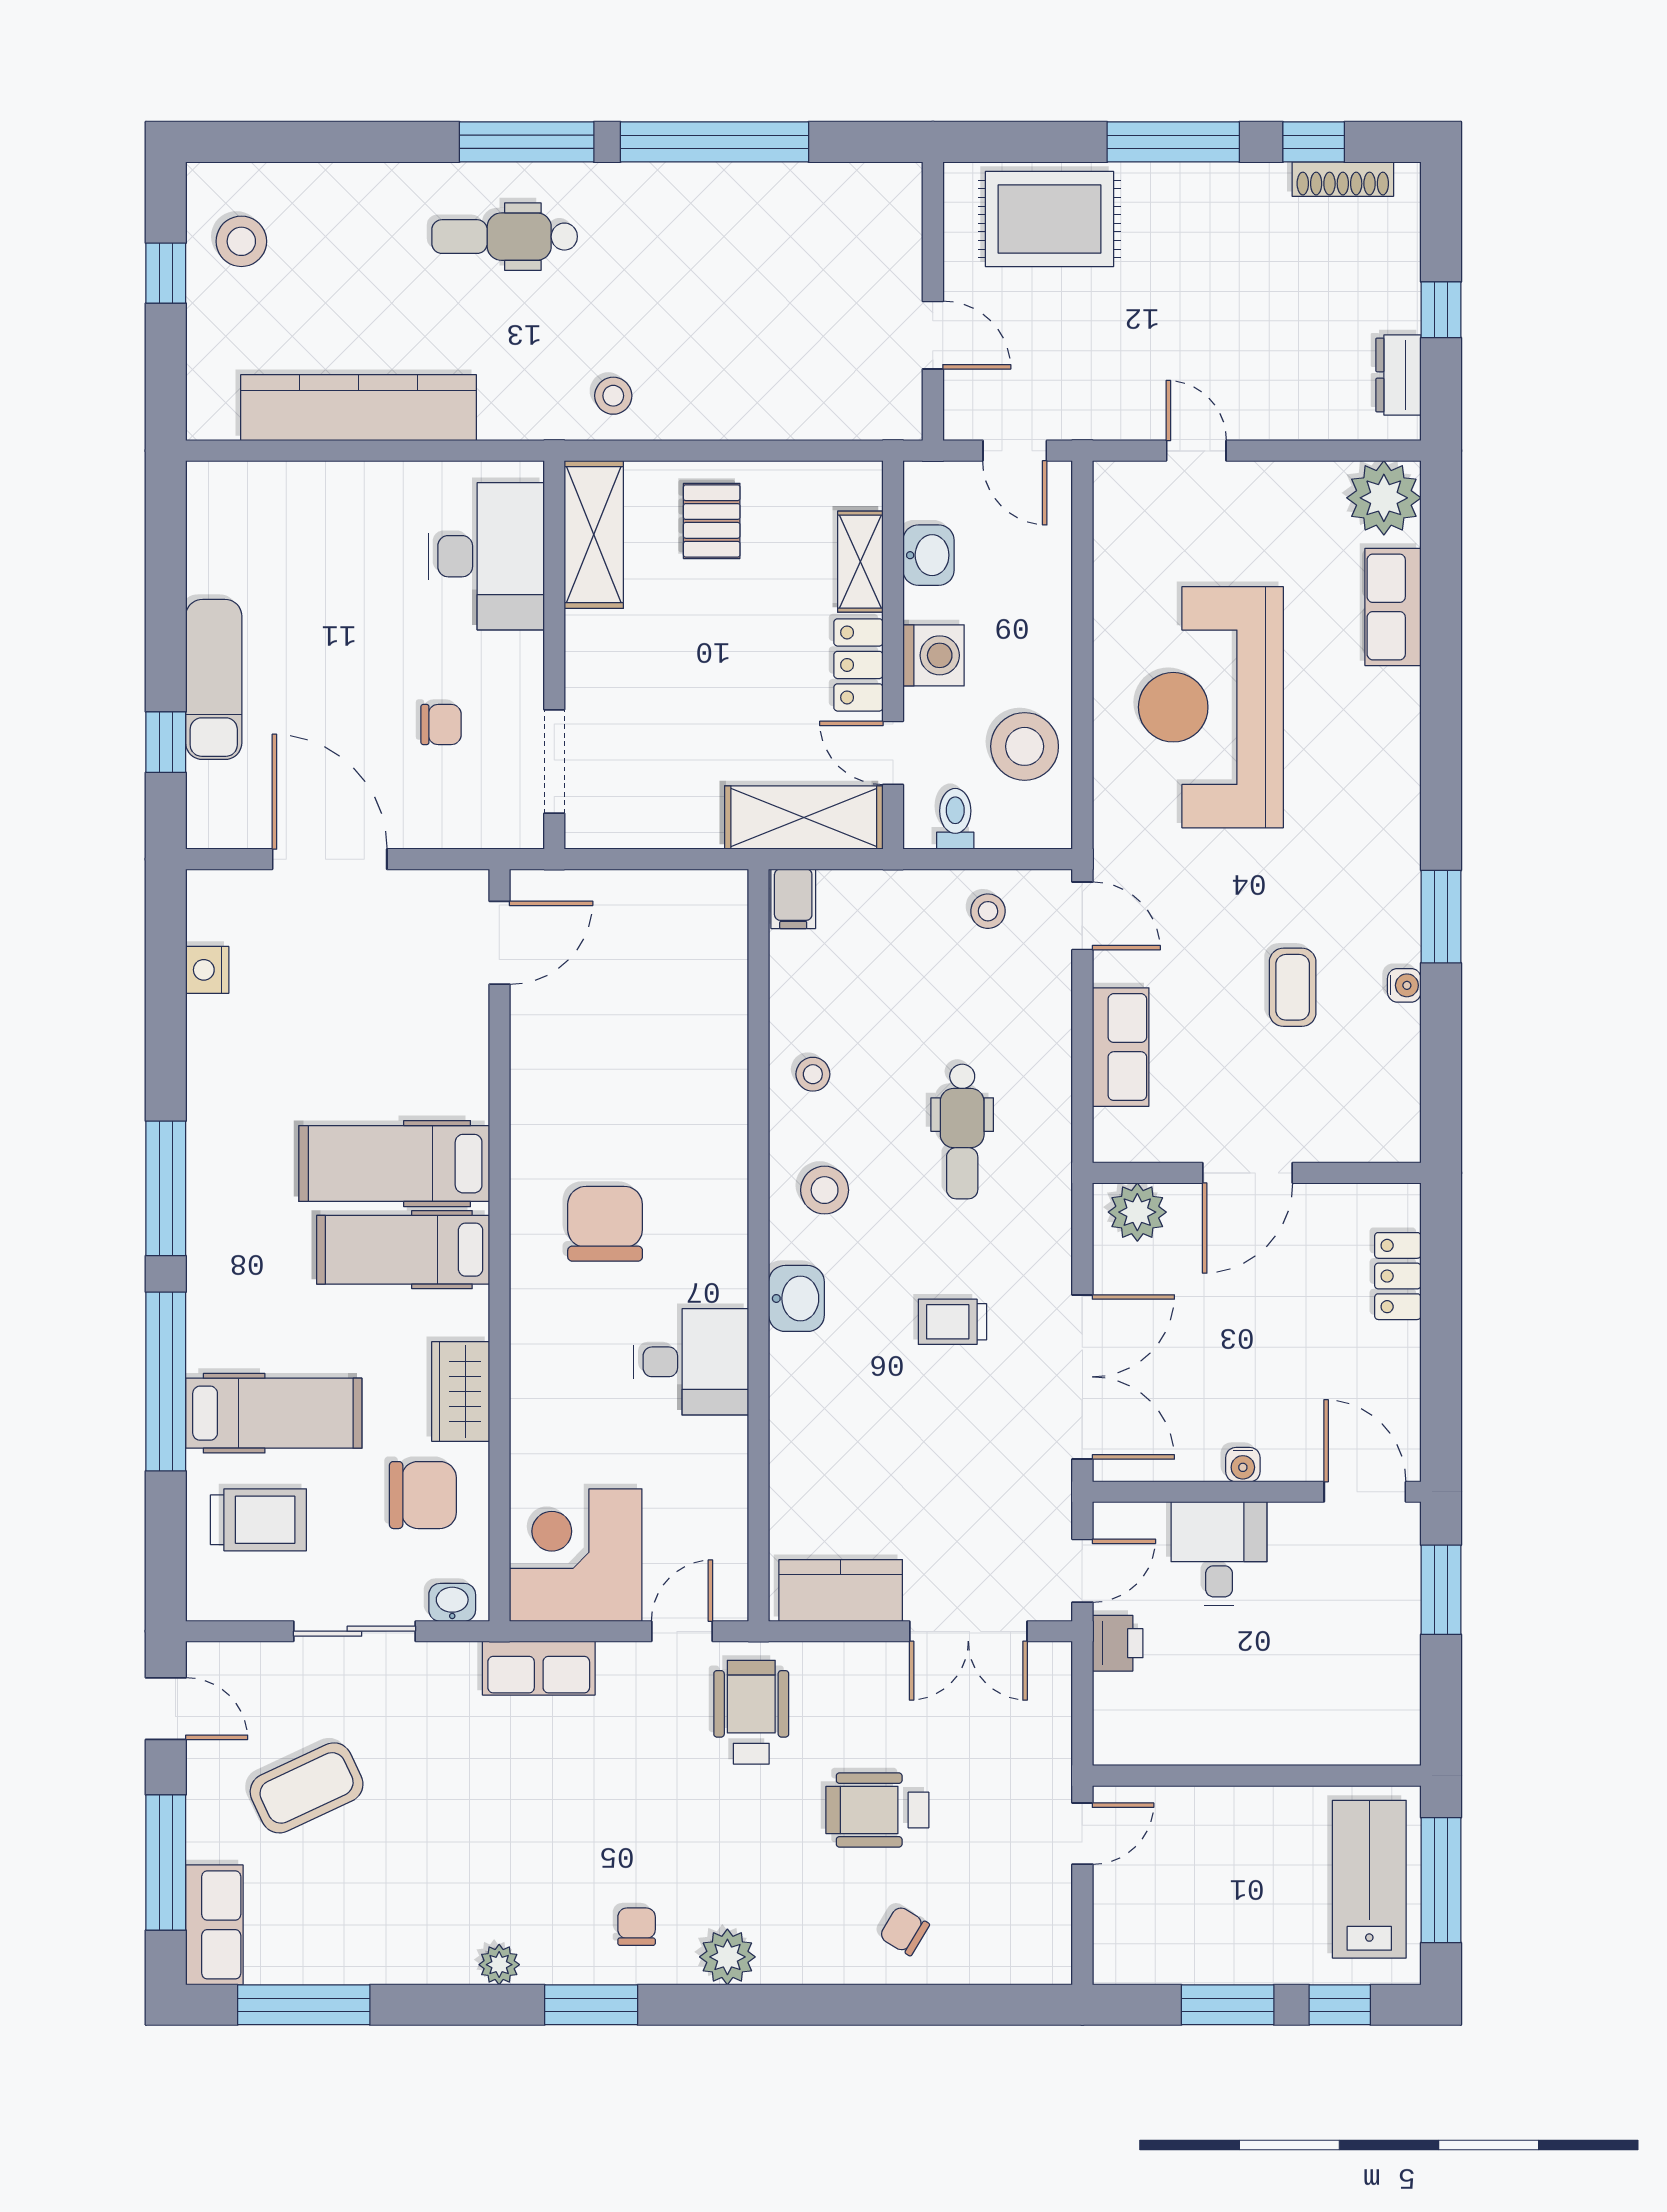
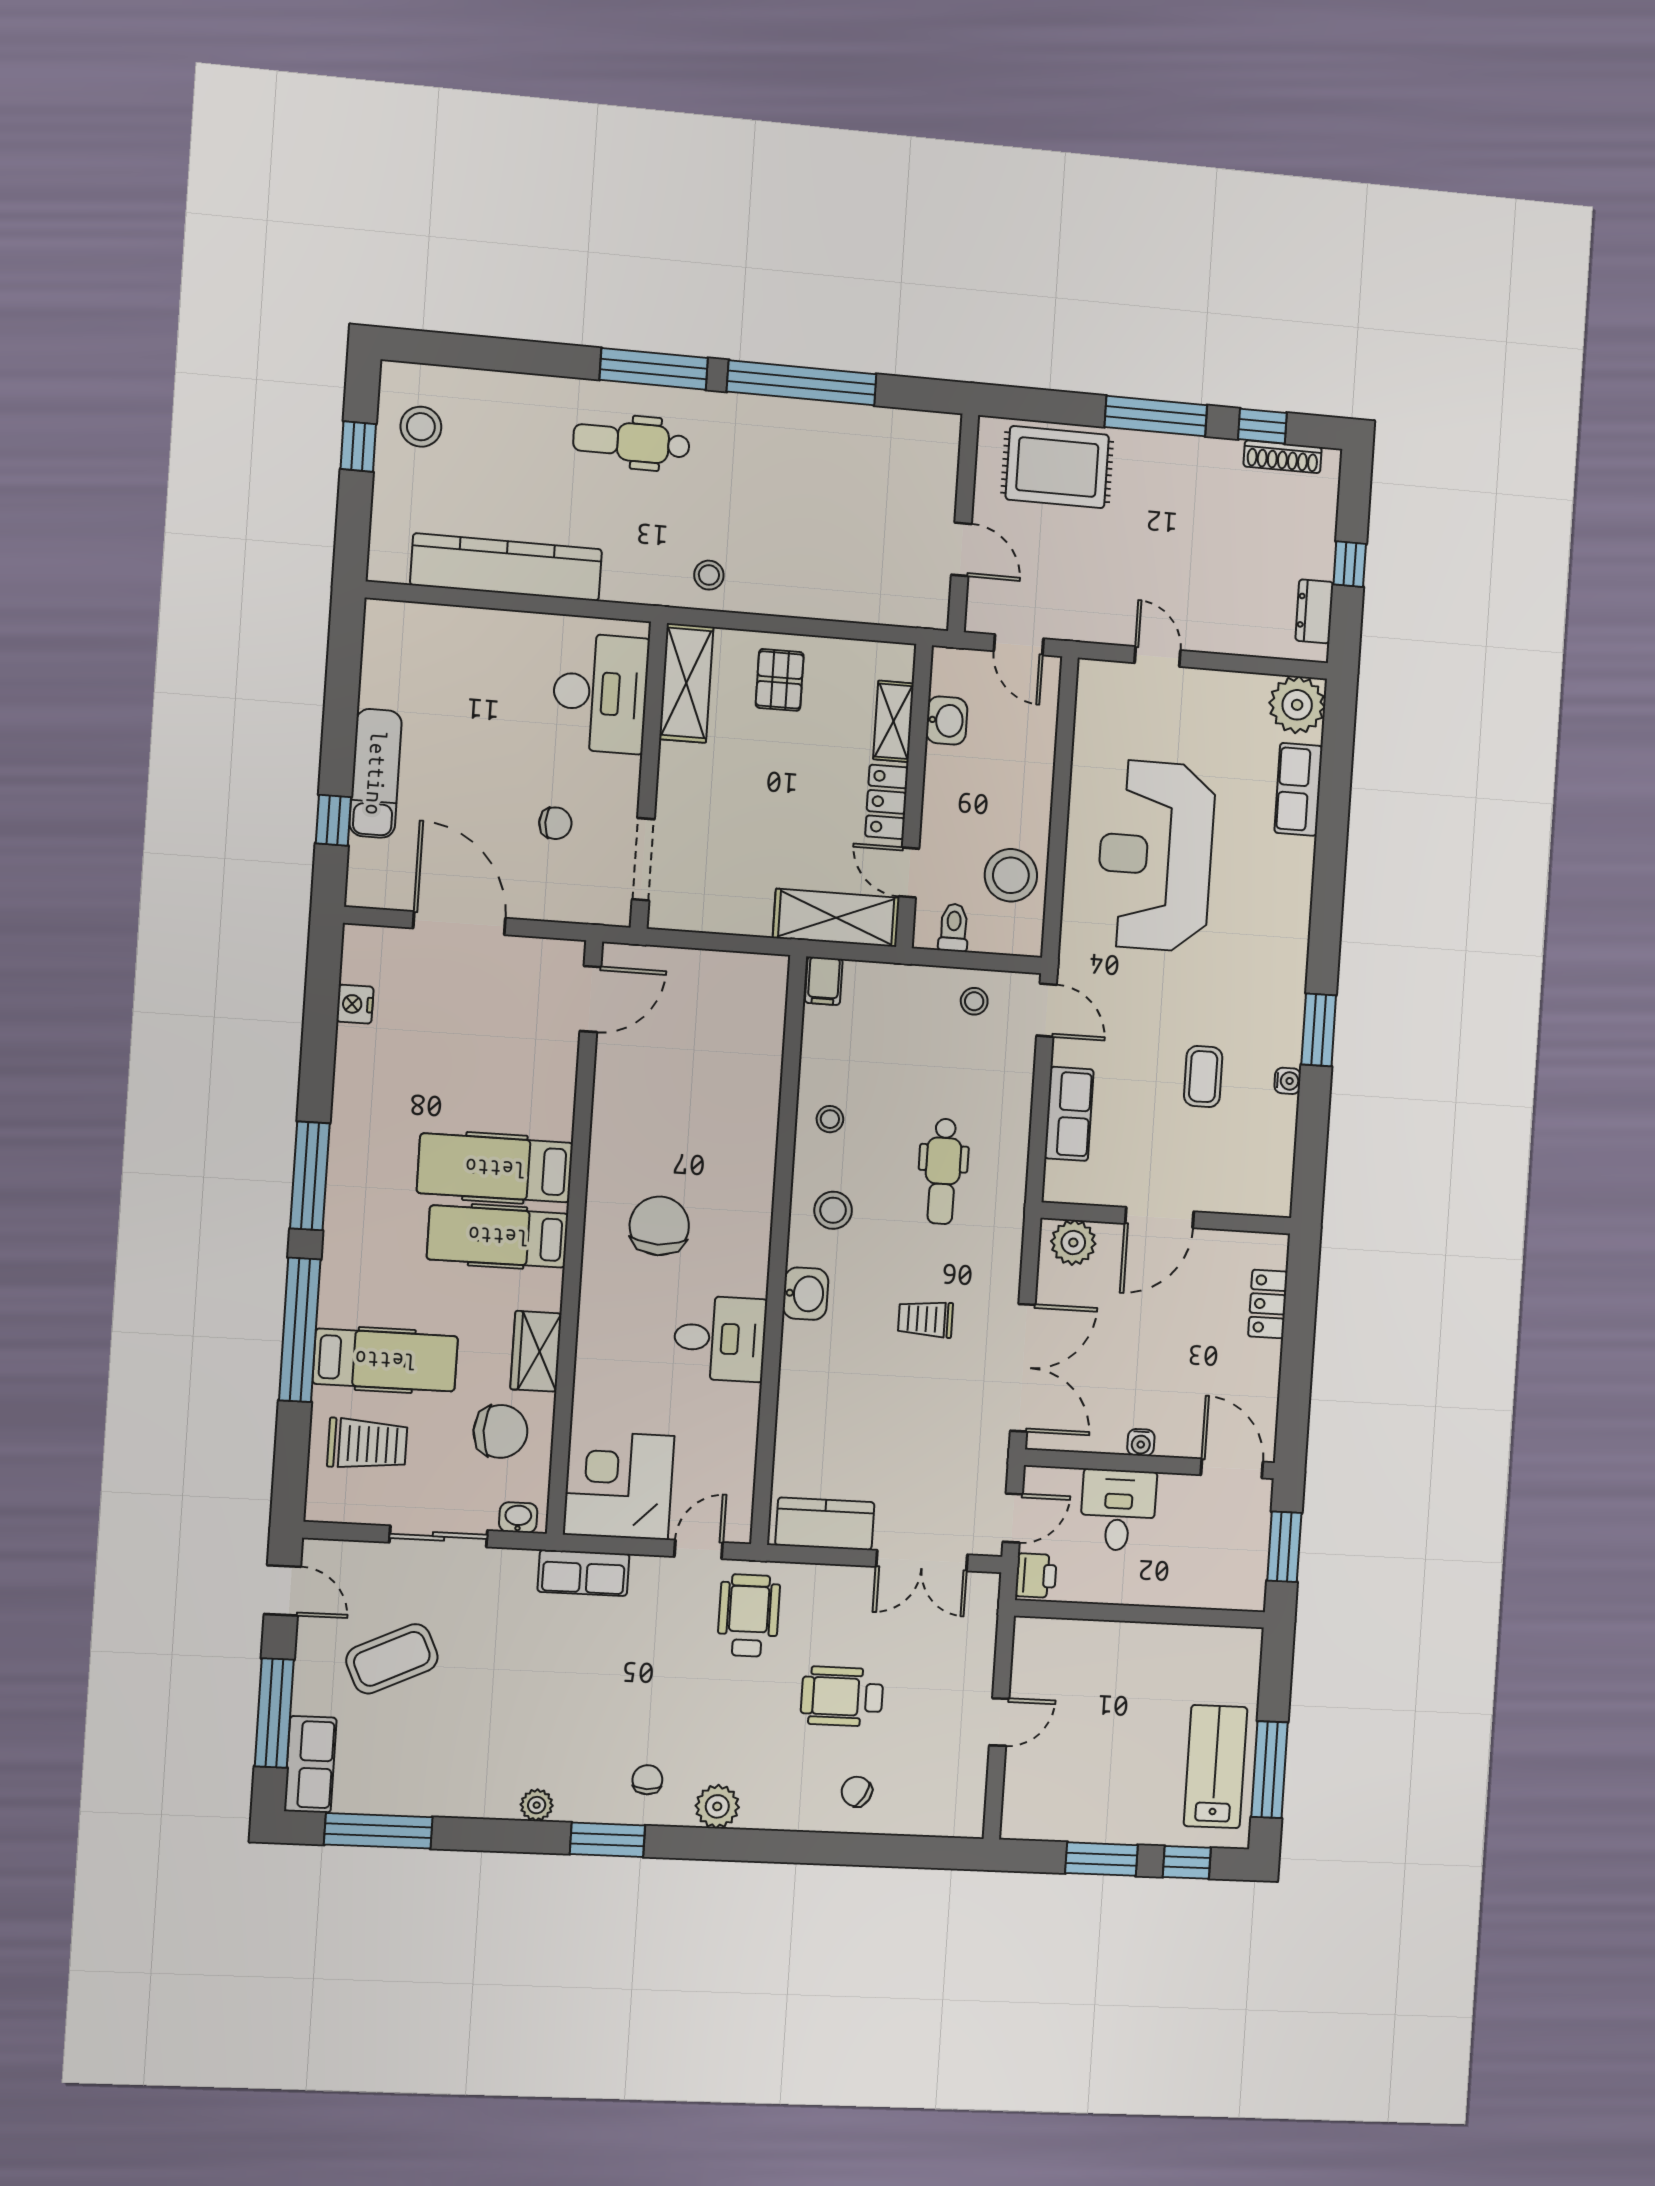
washing machine: (934, 655) -> (945, 799), removed
wall: (1257, 1776) -> (1140, 1614), moved

